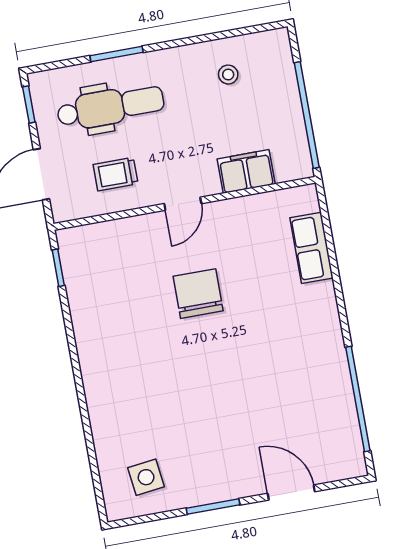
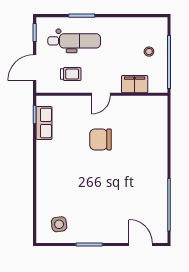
stool: (228, 75) -> (149, 52), moved
trolley: (116, 174) -> (71, 74), turned 180
row of seats: (311, 248) -> (44, 123), moved, turned 180
chair: (198, 294) -> (101, 139), turned -90
door: (291, 492) -> (141, 244), moved

